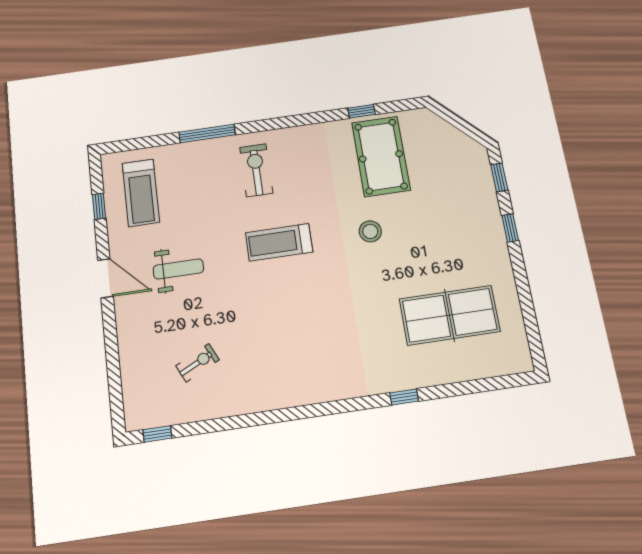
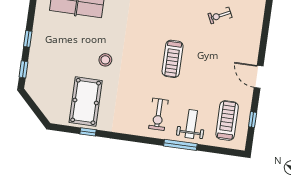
treadmill: (279, 242) -> (173, 59), moved, turned 90
weight bench: (178, 269) -> (191, 124), moved, turned 90

